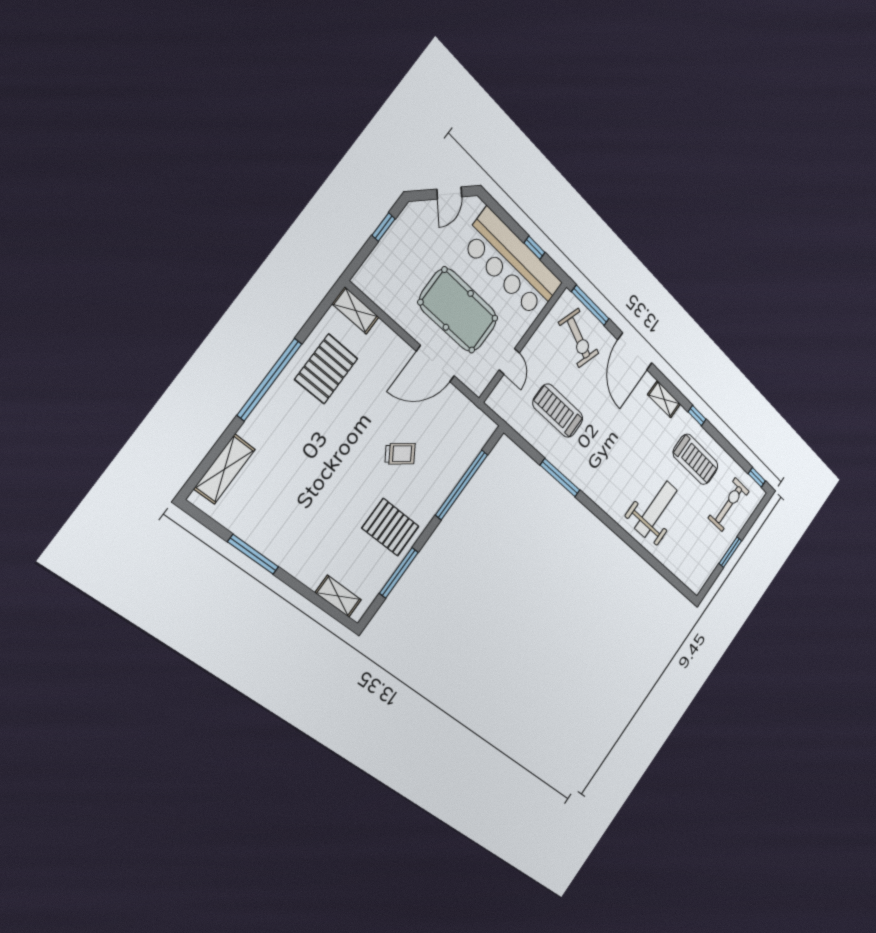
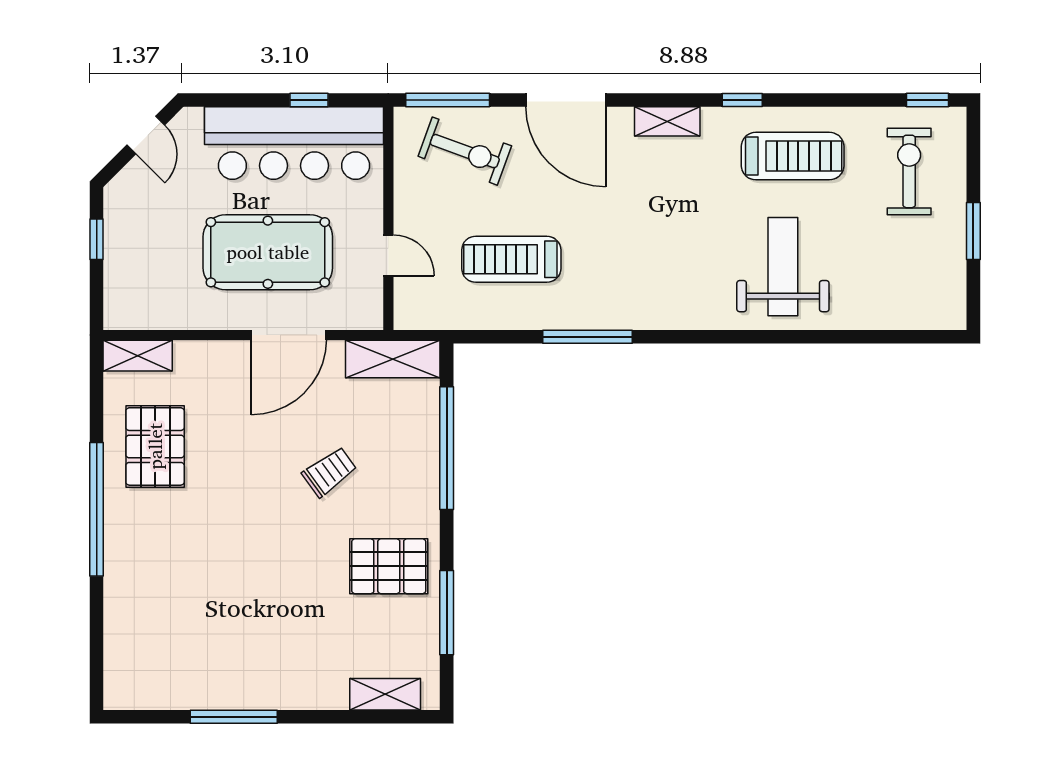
shelving: (225, 469) -> (393, 359), moved, turned 90

